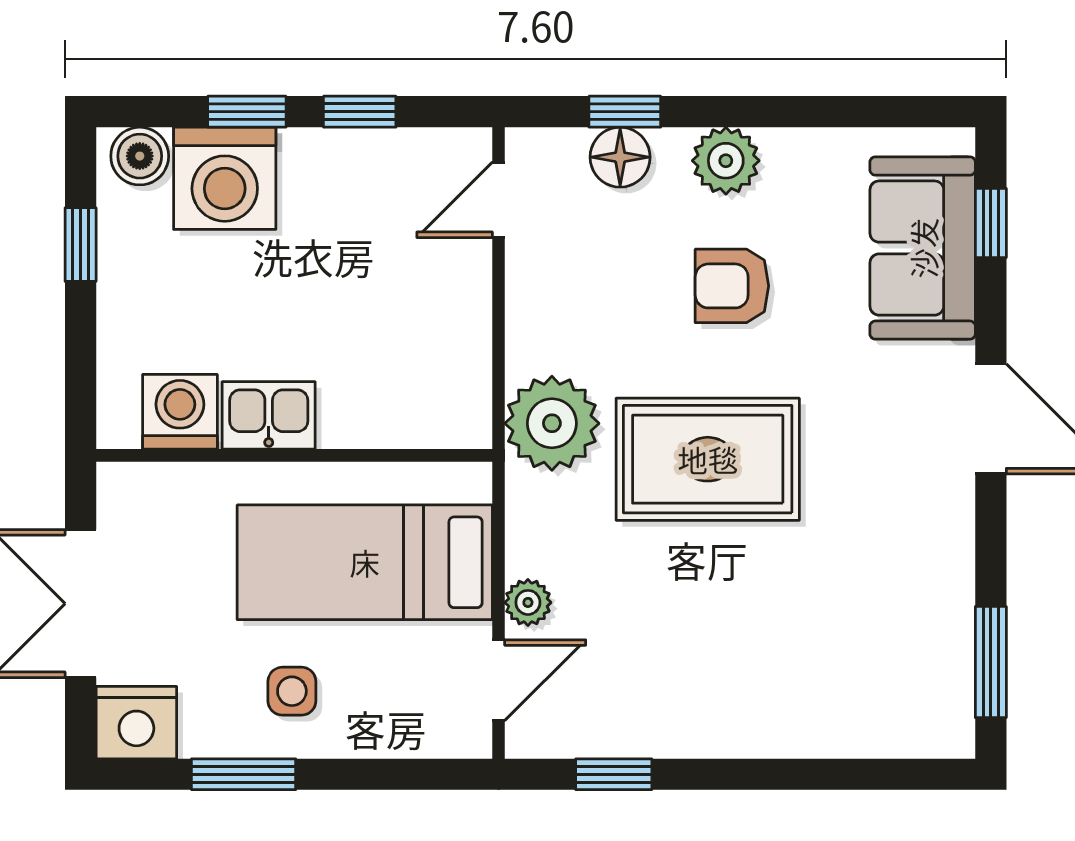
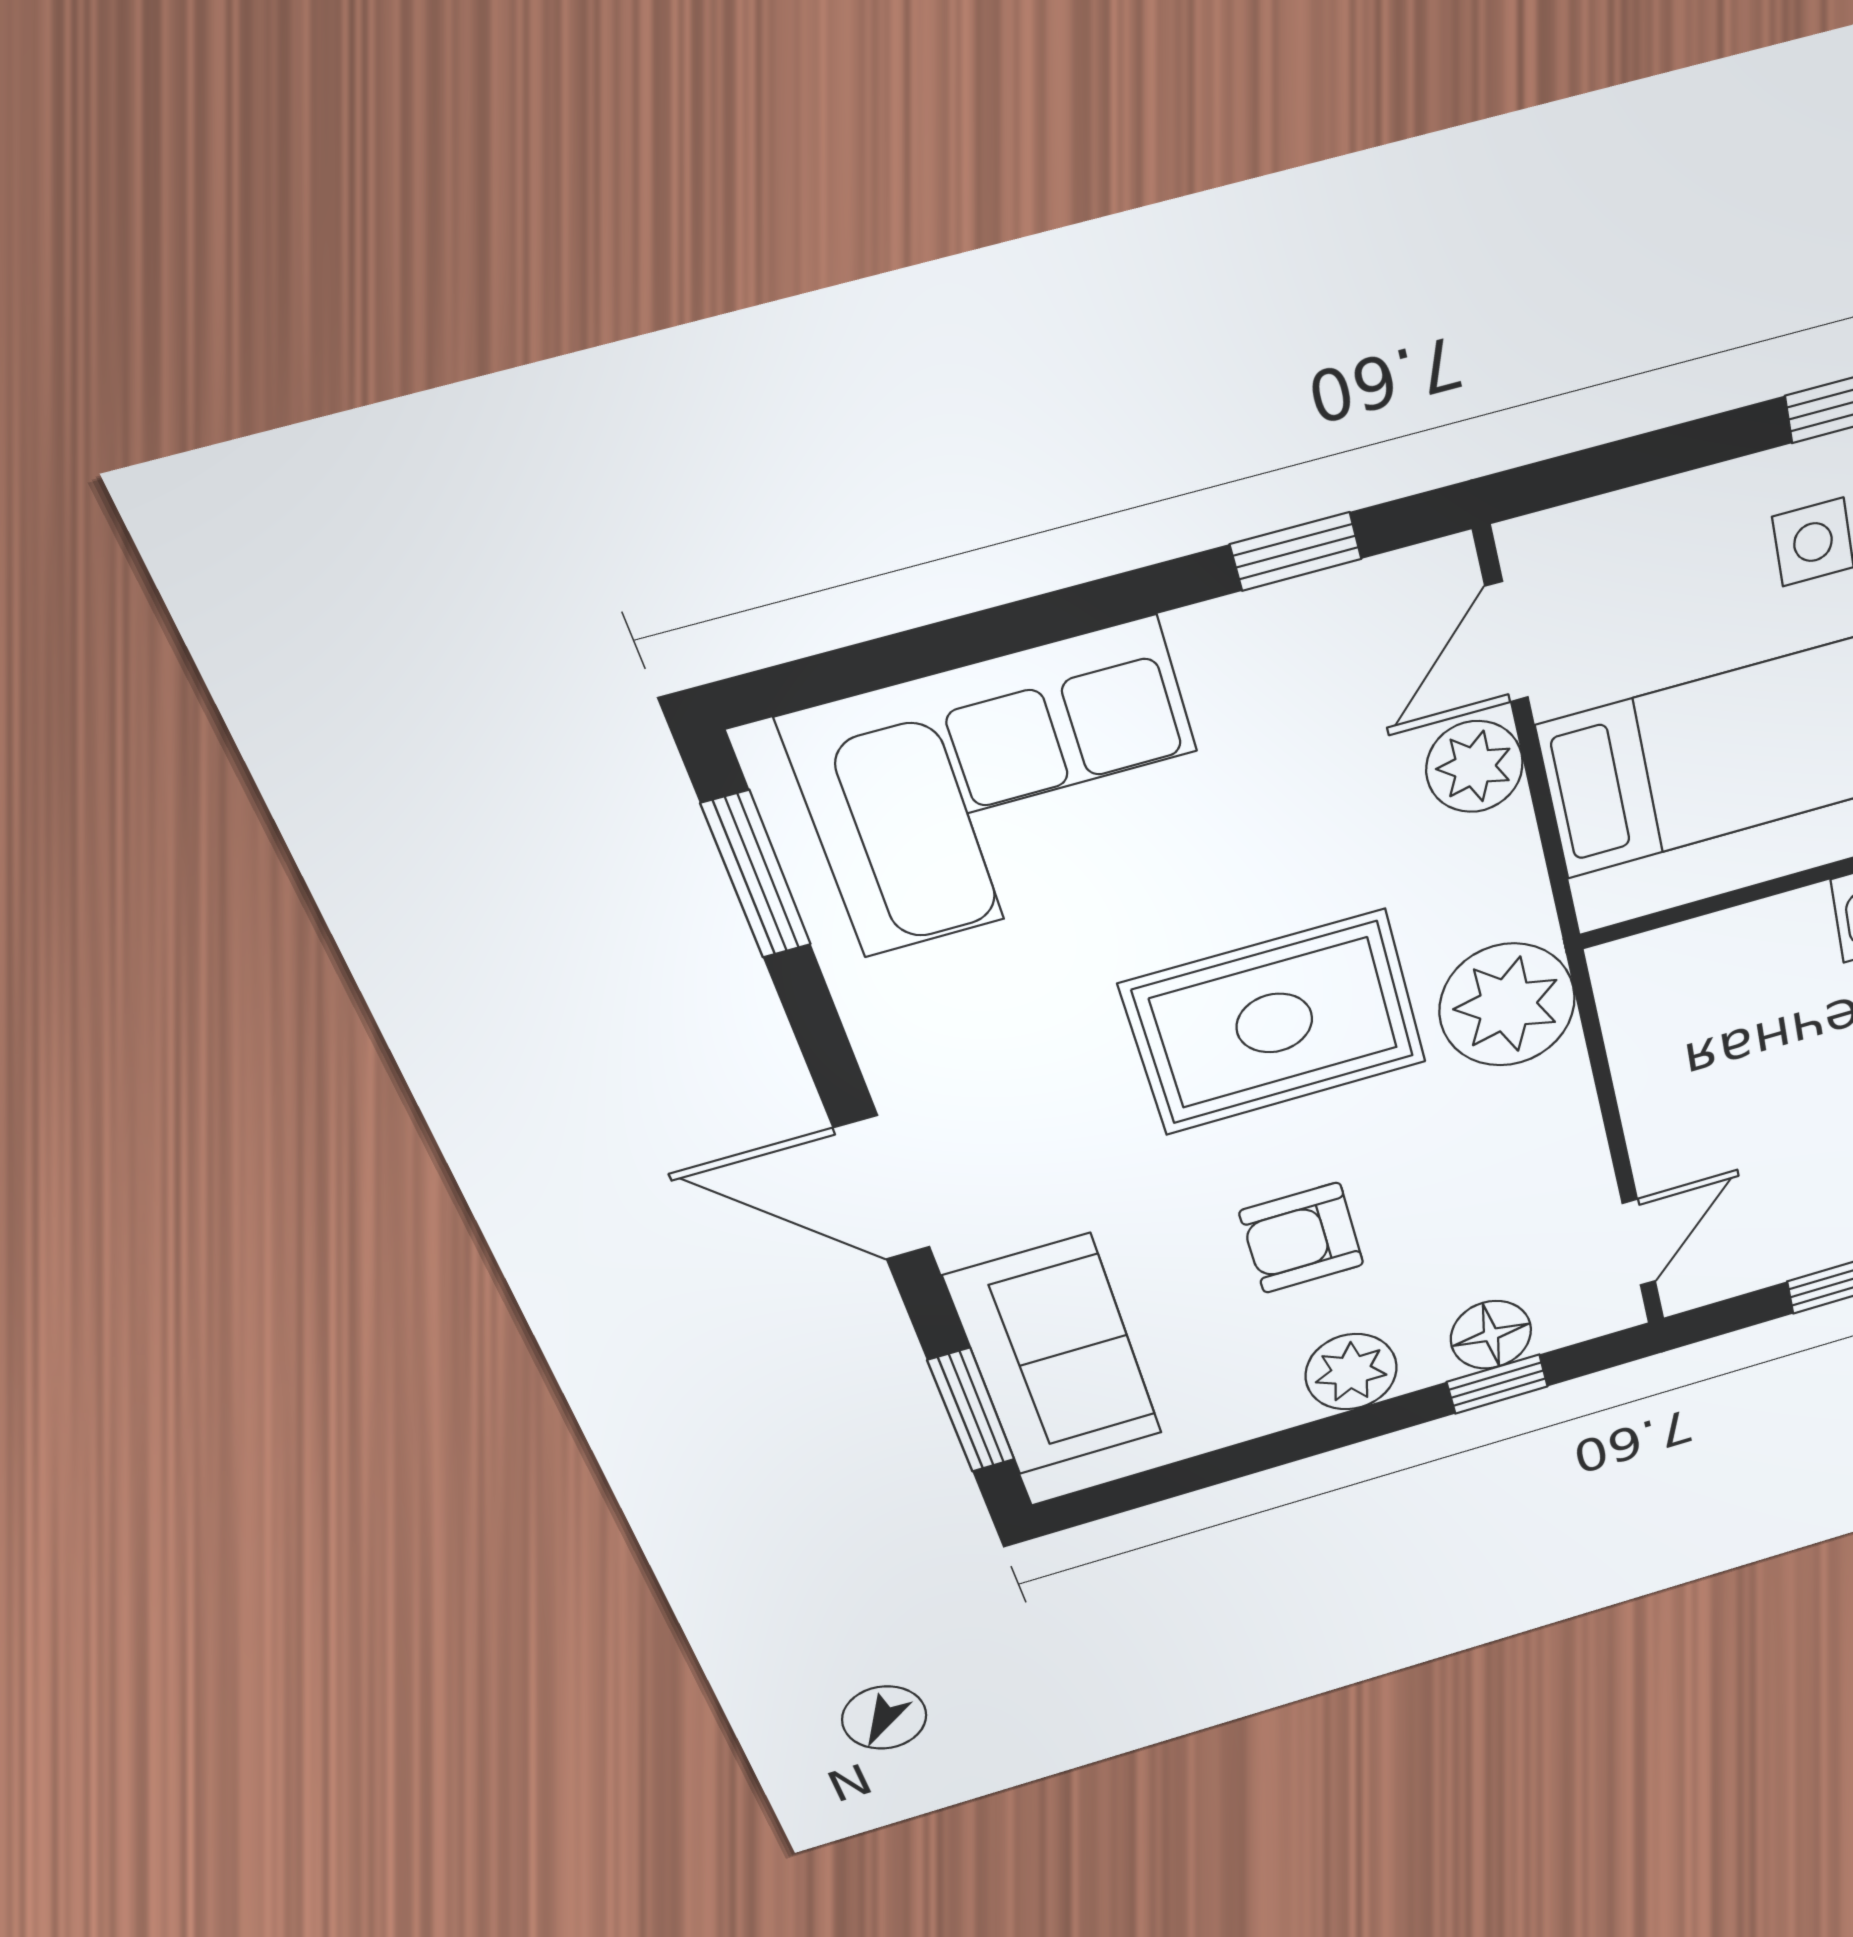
window: (991, 223) -> (971, 1410), width x1.50
armchair: (732, 286) -> (1302, 1238), turned 180
plant: (528, 602) -> (1474, 767), width x1.38, depth x1.38
corner sofa: (826, 673) -> (1008, 789), added

